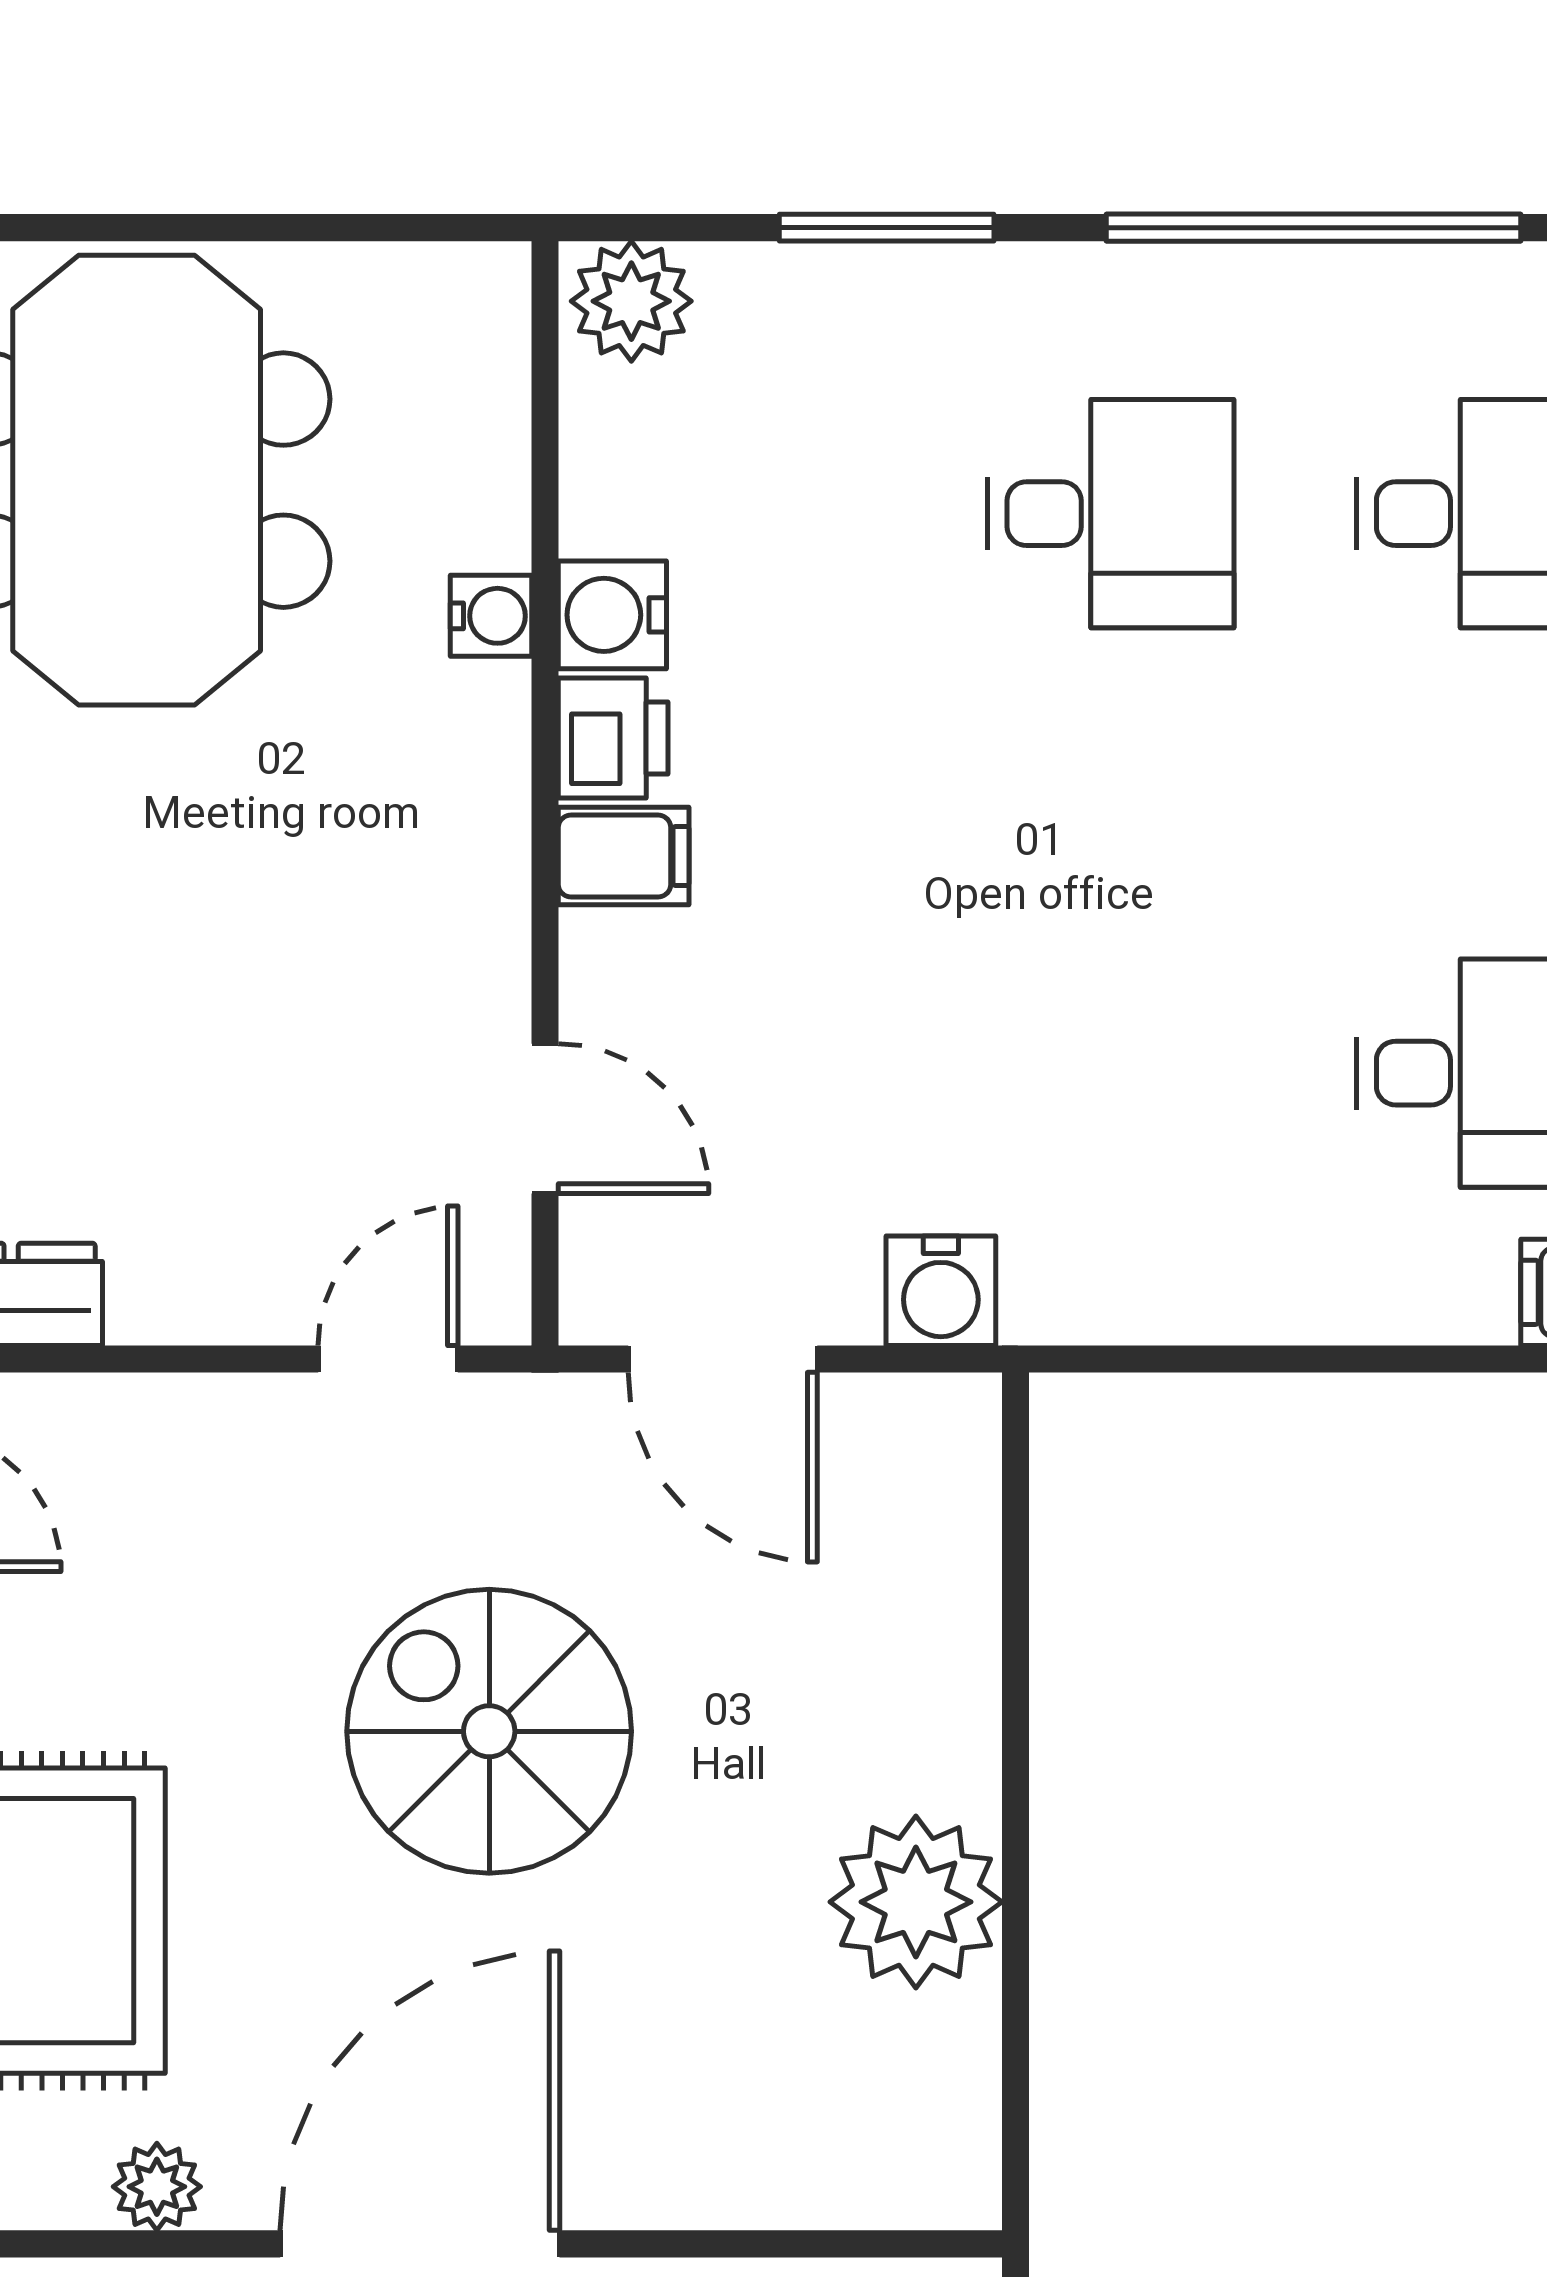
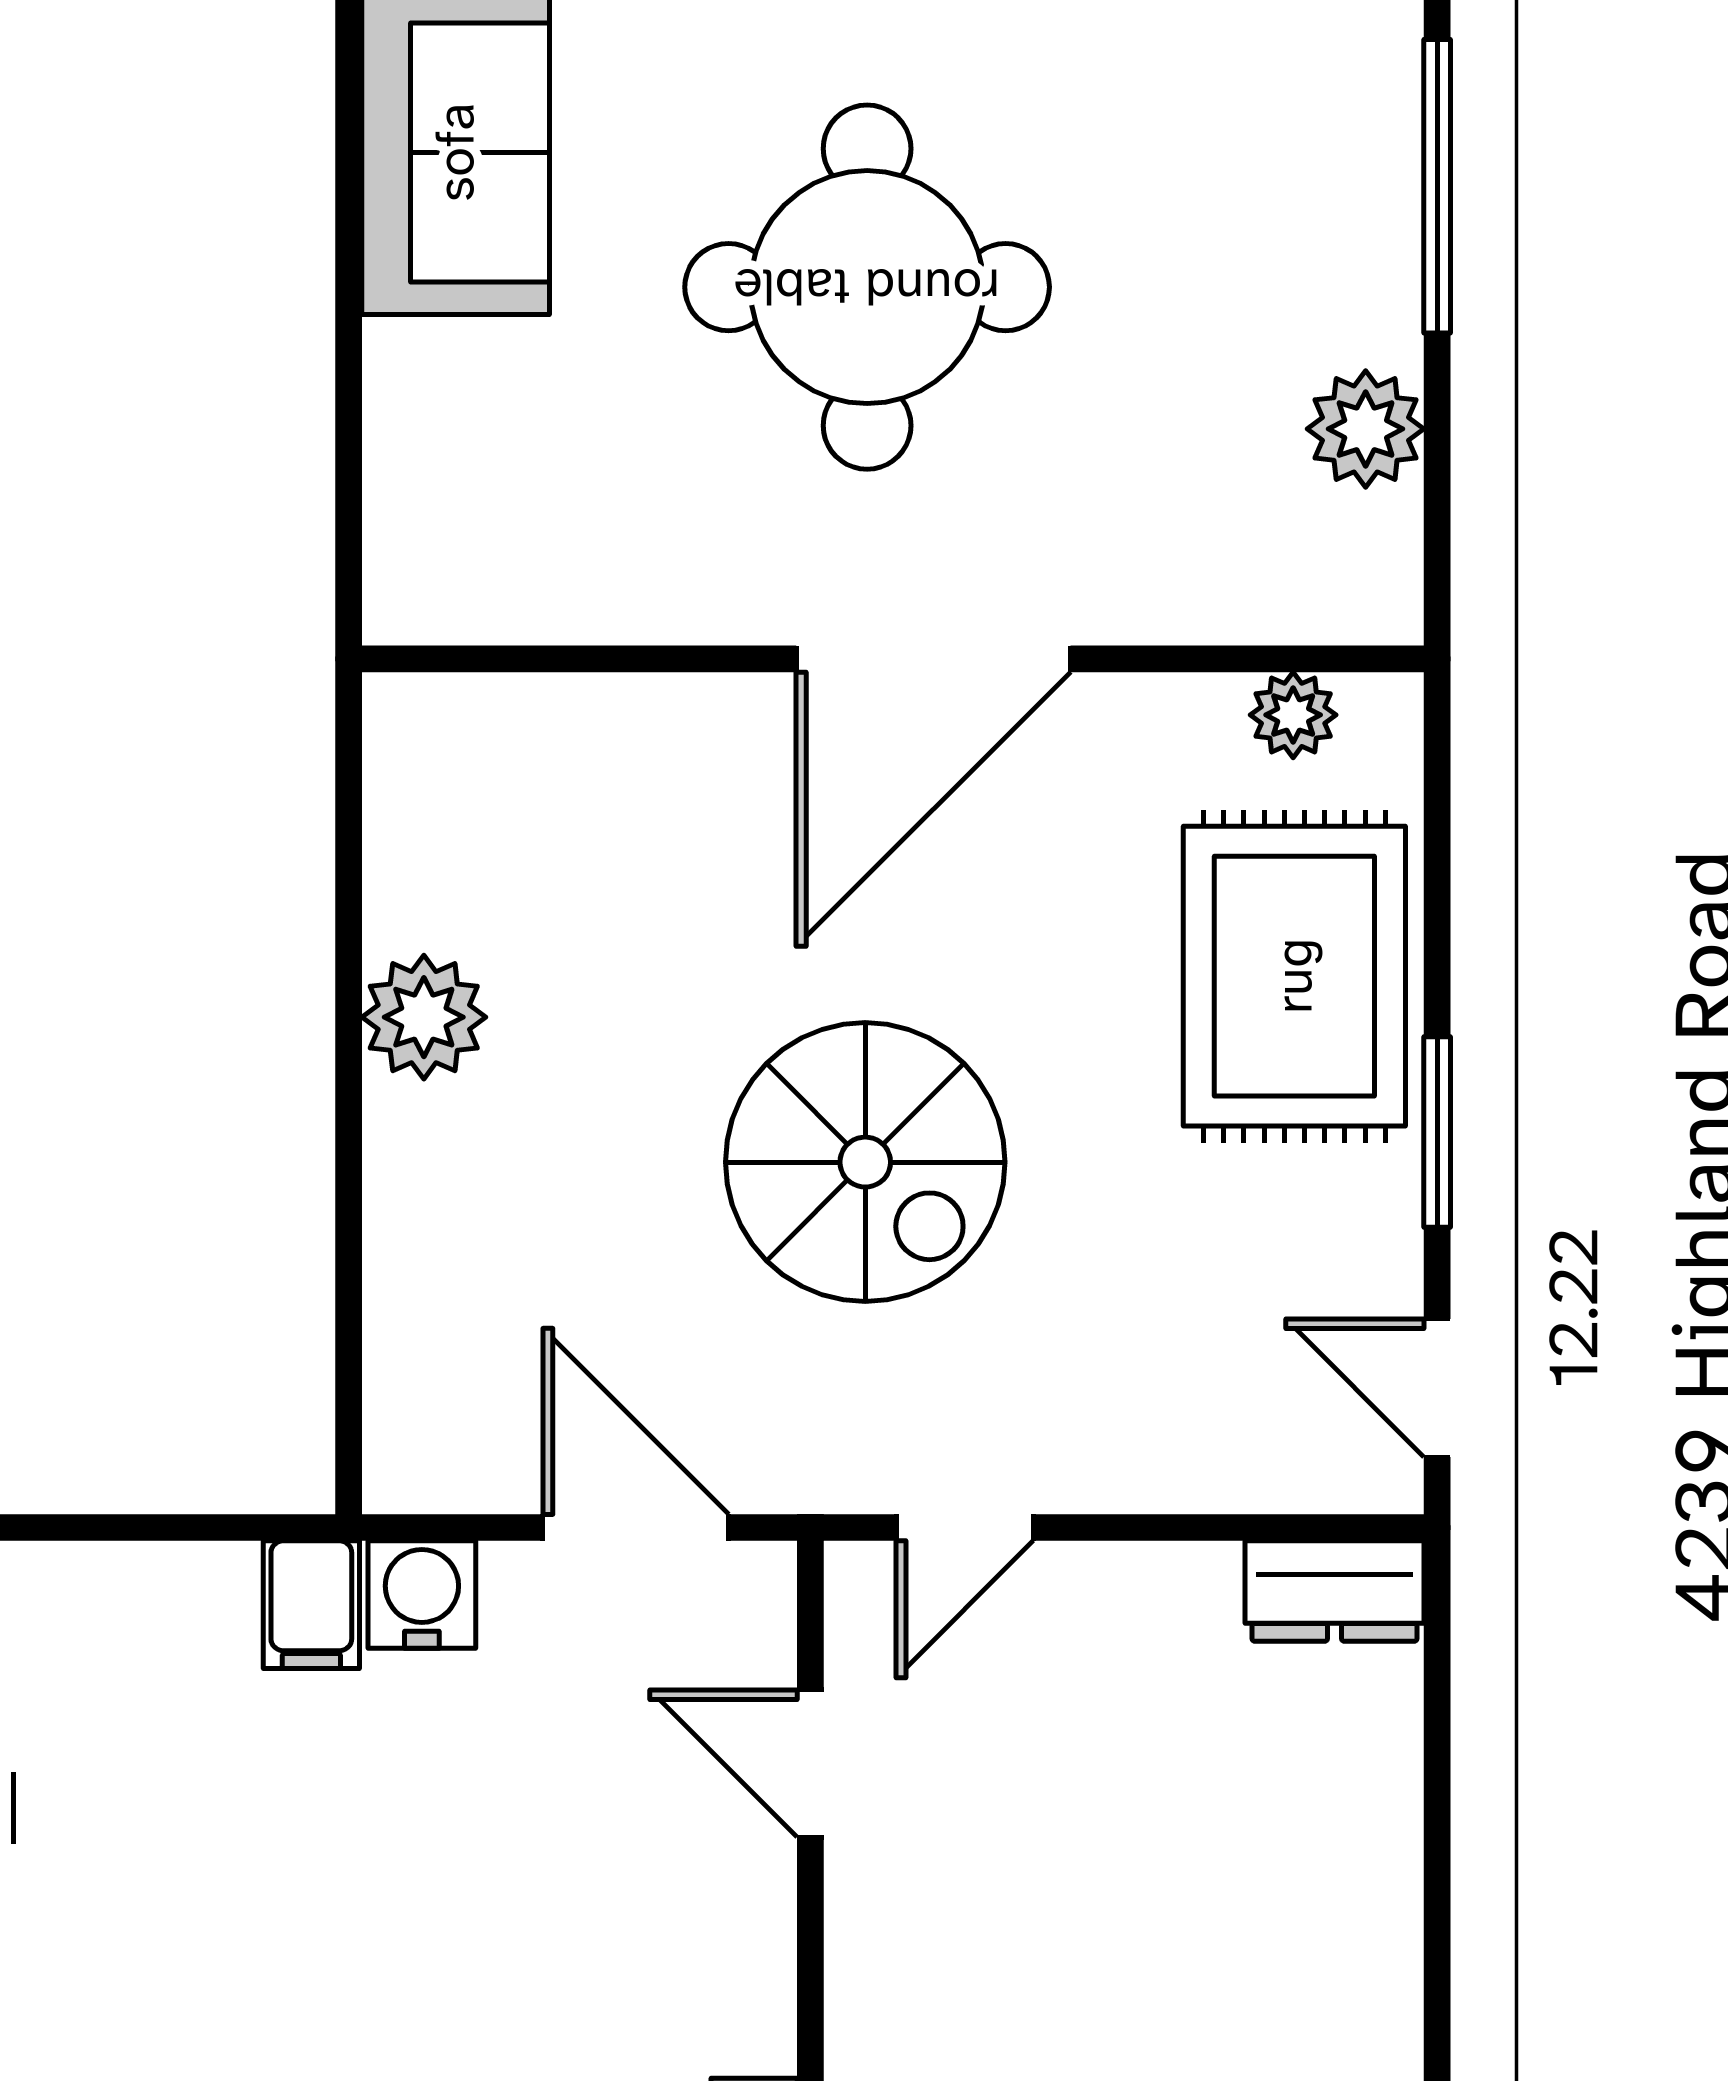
filing cabinet: (624, 856) -> (311, 1605), moved, turned -90
plant: (916, 1902) -> (424, 1017), width x0.73, depth x0.73
plant: (157, 2187) -> (1293, 715), moved

